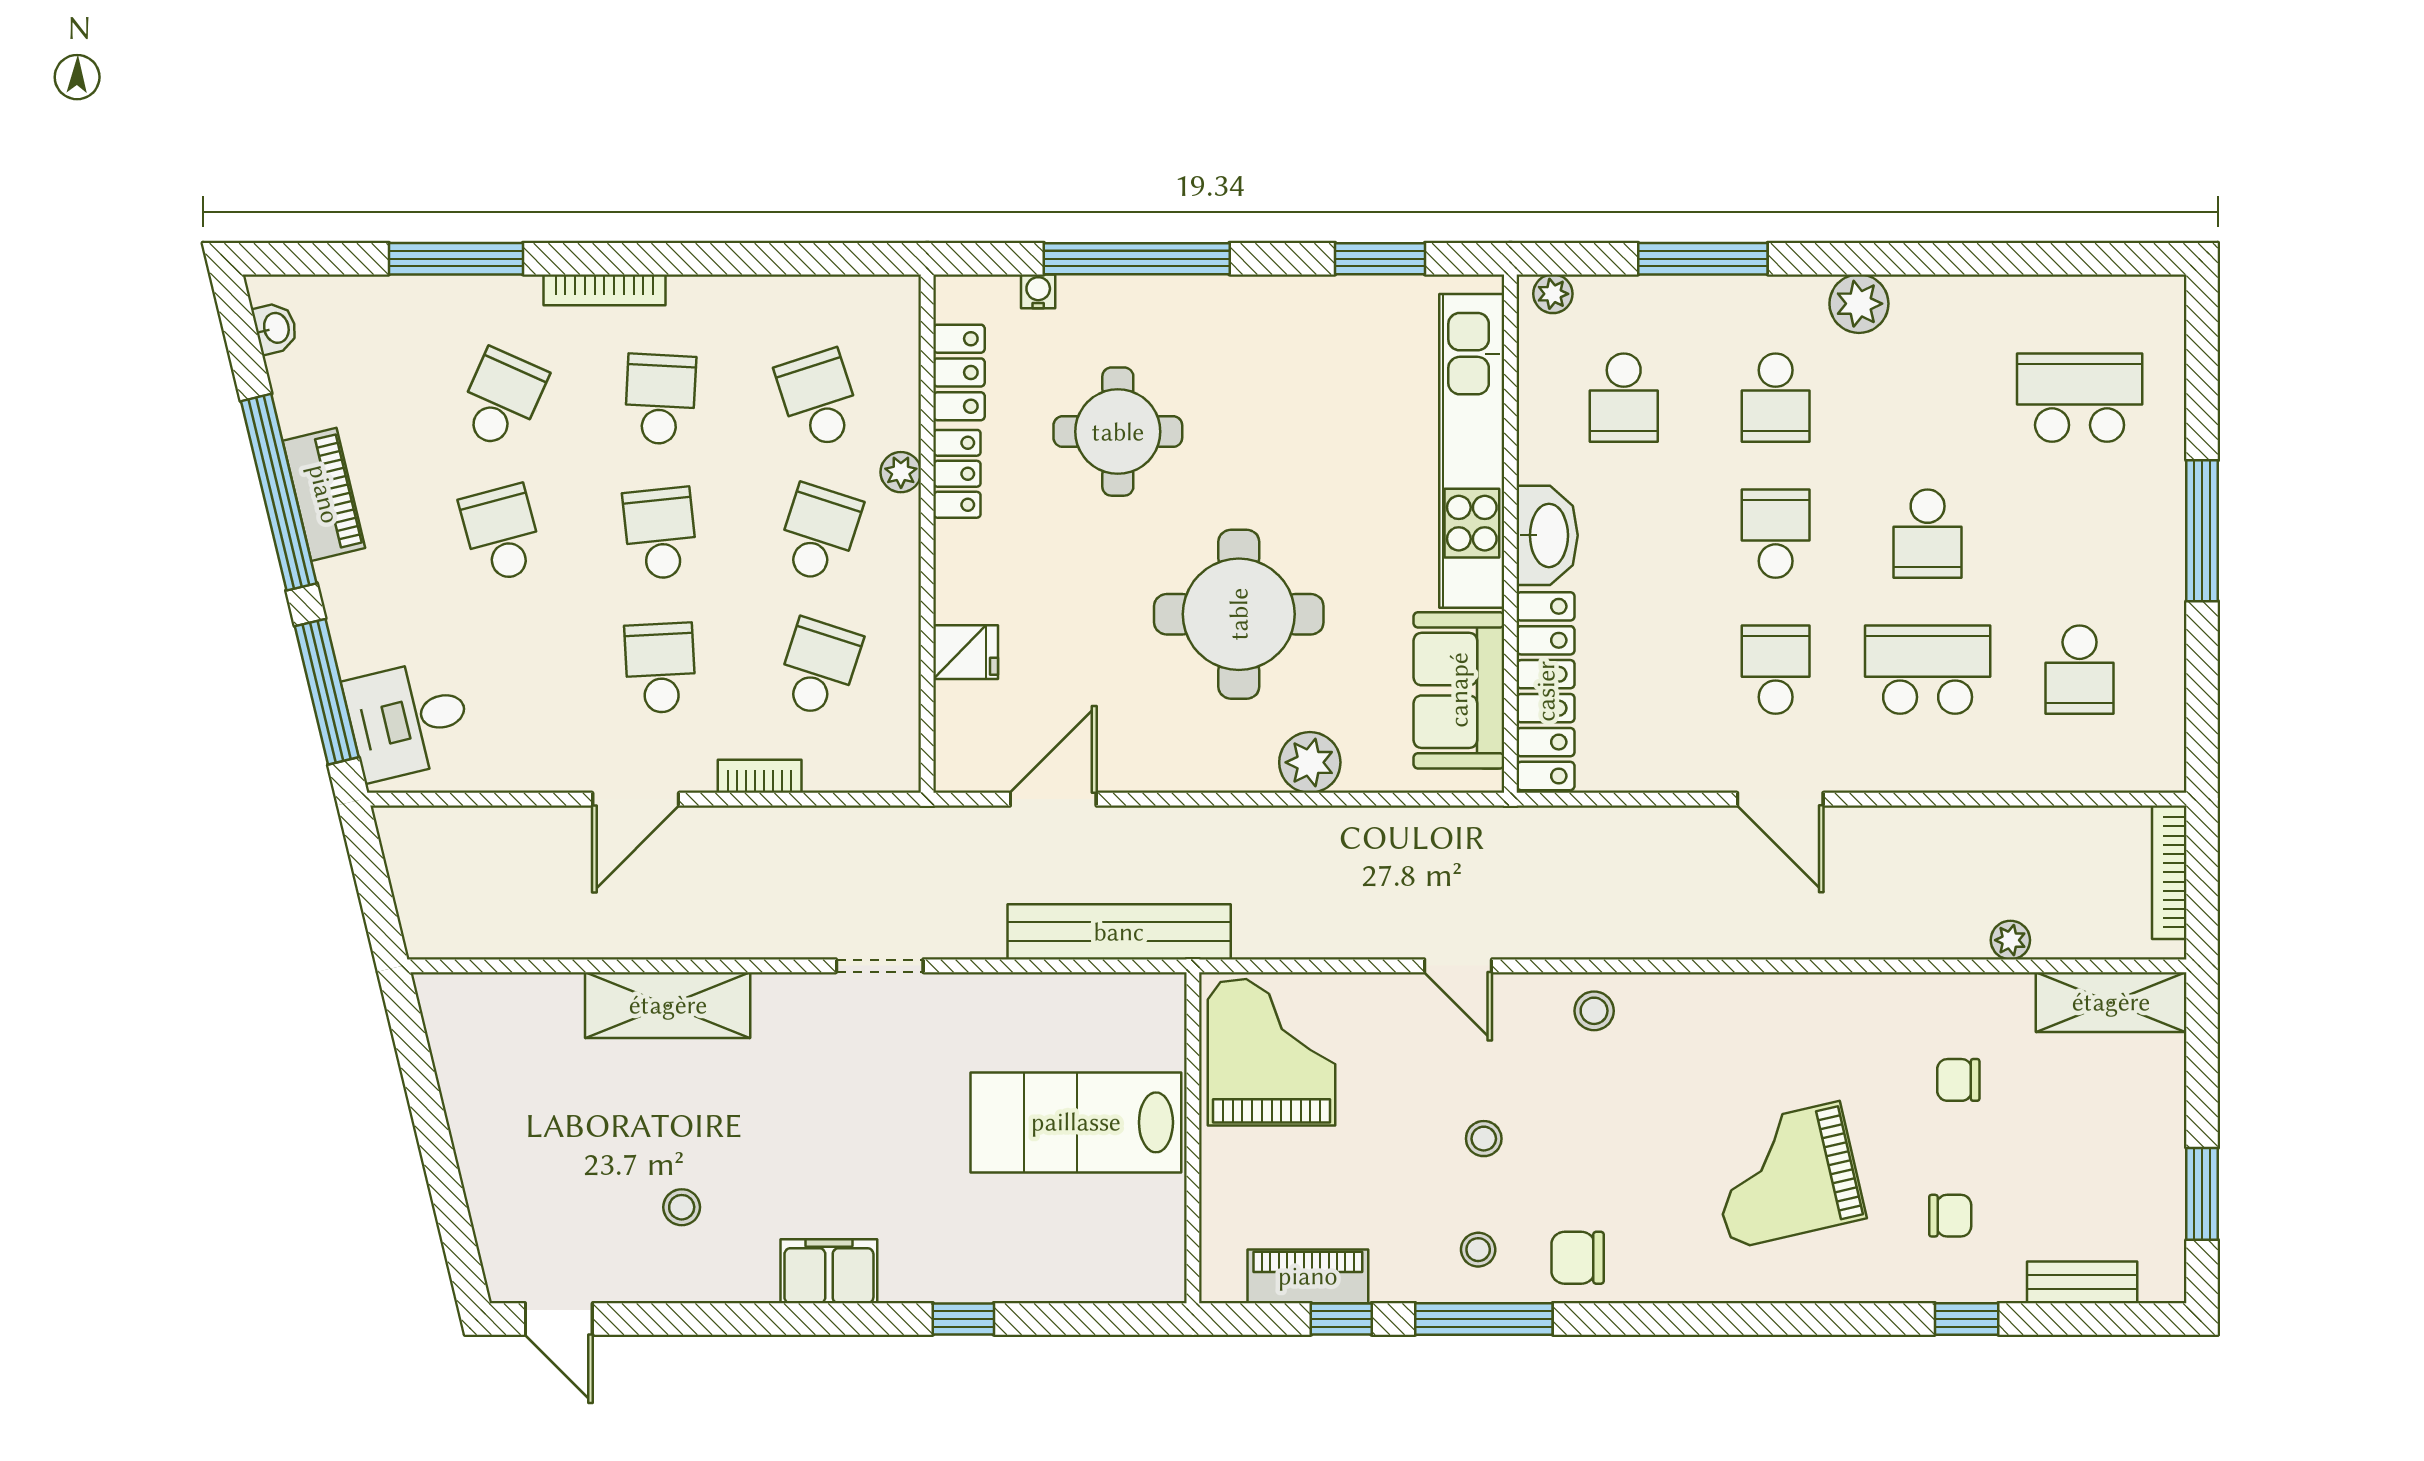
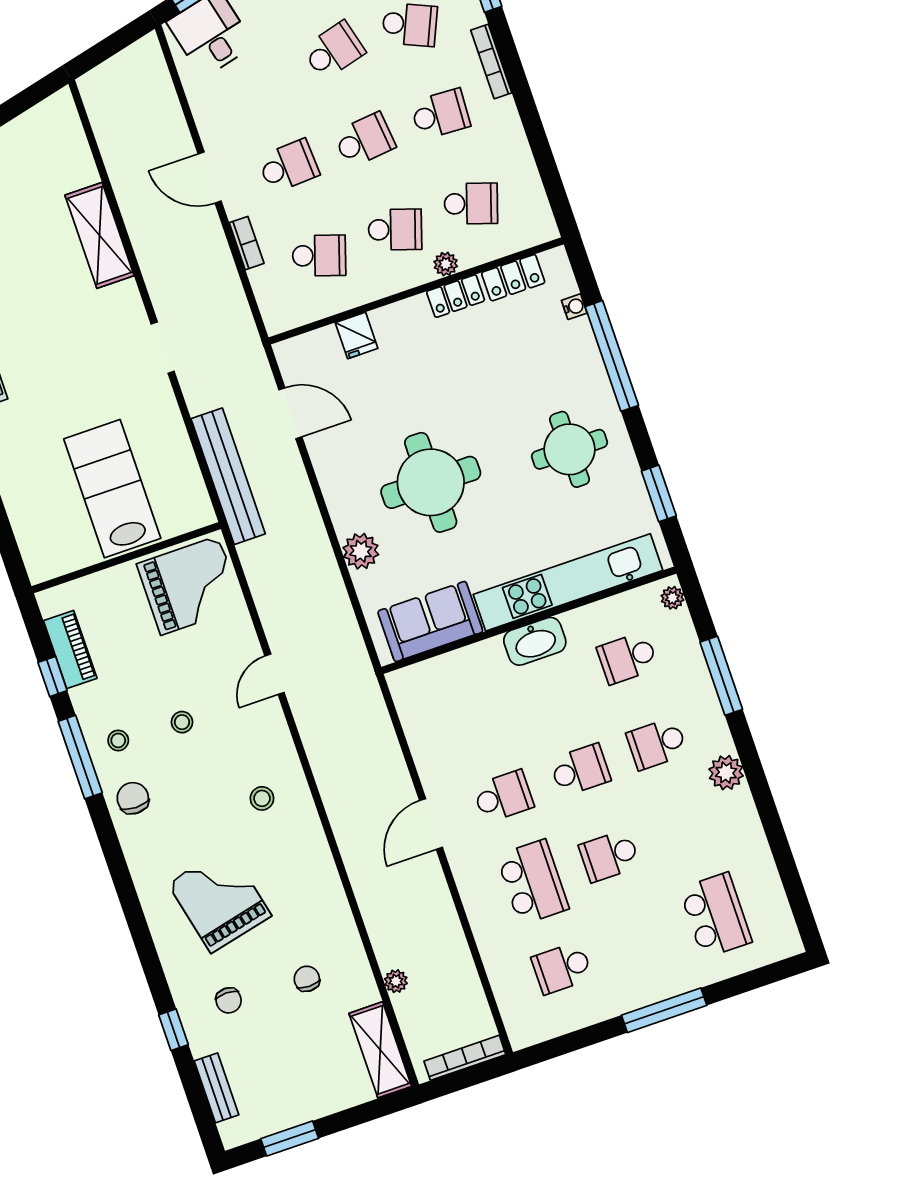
school desk: (819, 399) -> (471, 204), turned 36
round table: (1118, 432) -> (569, 449), moved
locker: (1546, 691) -> (447, 671), removed
stool: (1594, 1011) -> (262, 798), moved

